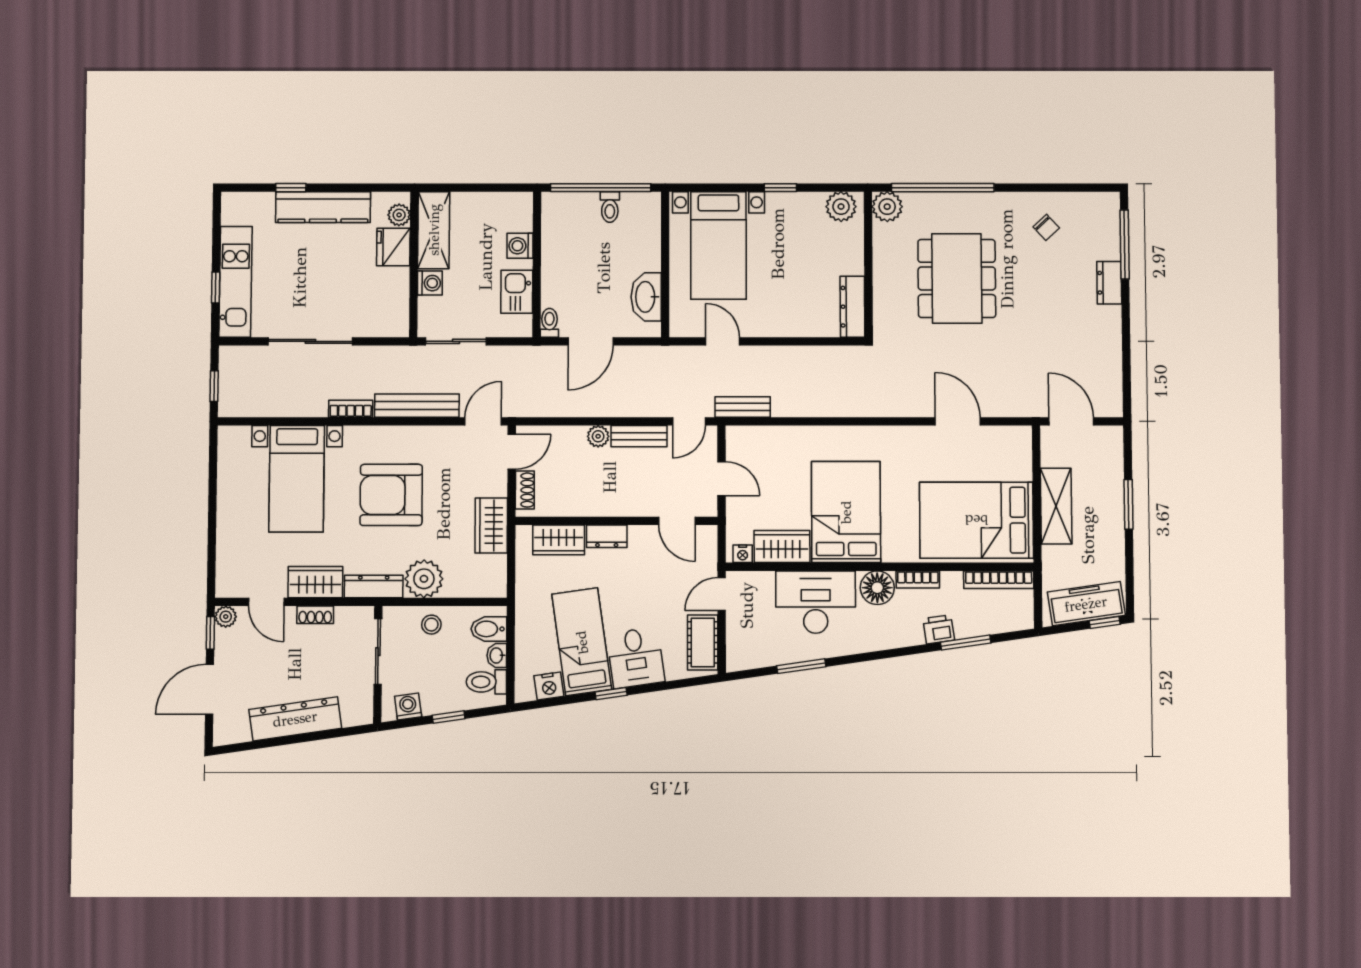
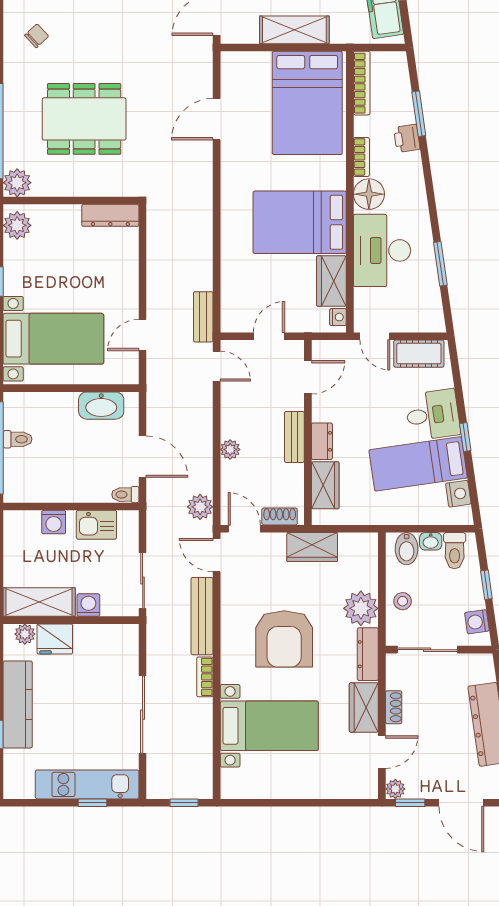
plant: (536, 404) -> (200, 507), added
bench: (639, 436) -> (294, 437), moved

